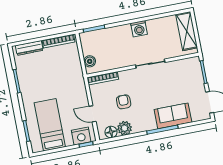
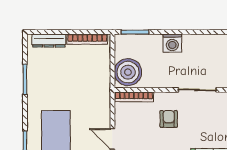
washing machine: (139, 29) -> (172, 43), moved
boiler: (90, 61) -> (128, 72), width x1.86, depth x1.86
armchair: (124, 102) -> (169, 119), moved

